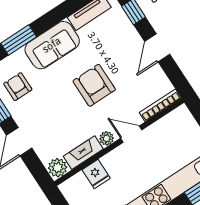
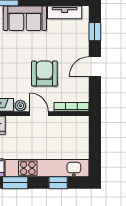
armchair: (94, 85) -> (44, 74), moved

